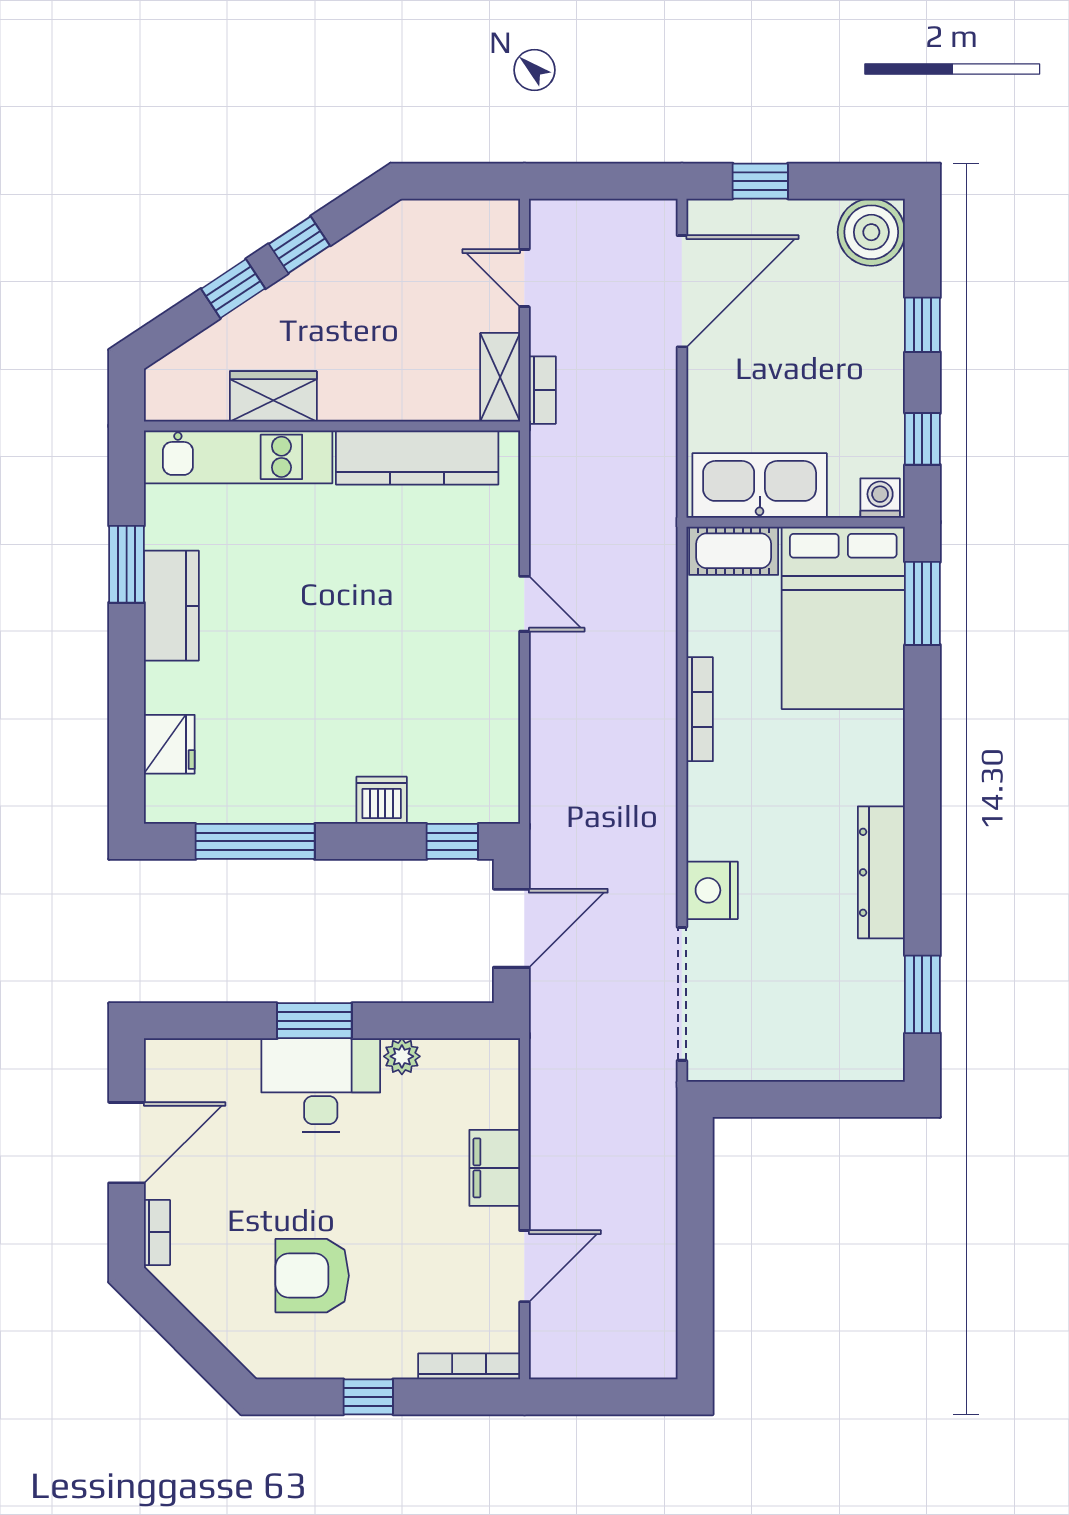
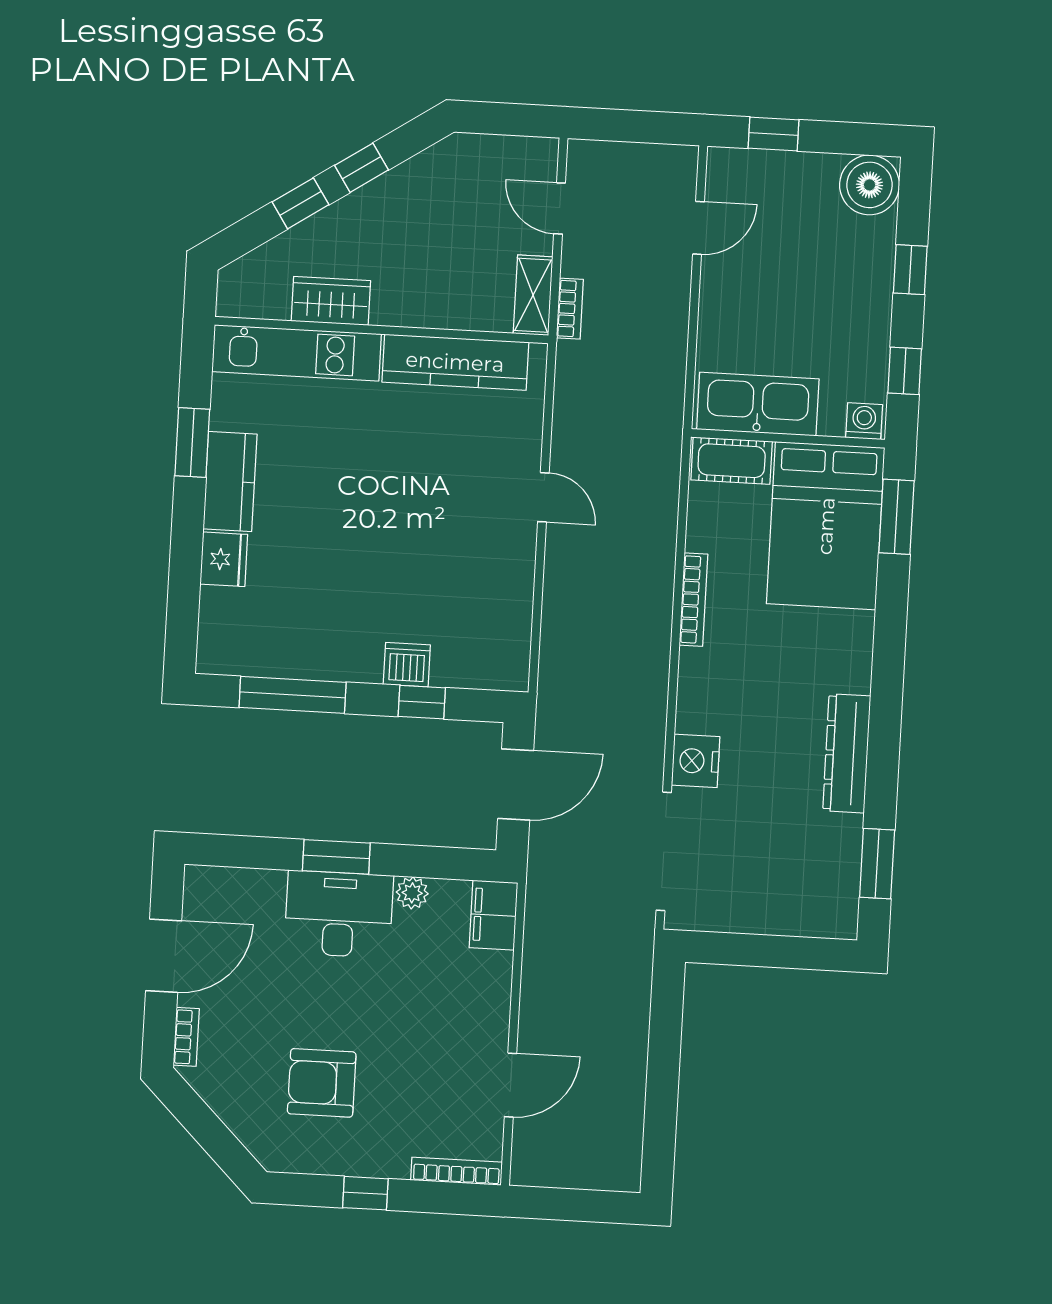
door: (682, 291) -> (699, 228), width x0.53
fridge: (169, 744) -> (224, 559), moved
window: (452, 841) -> (422, 702), moved
filing cabinet: (495, 1168) -> (494, 915), moved

